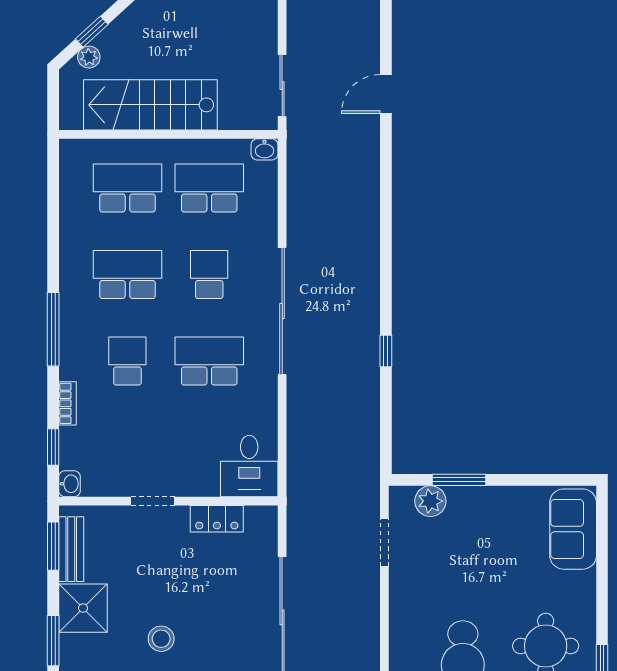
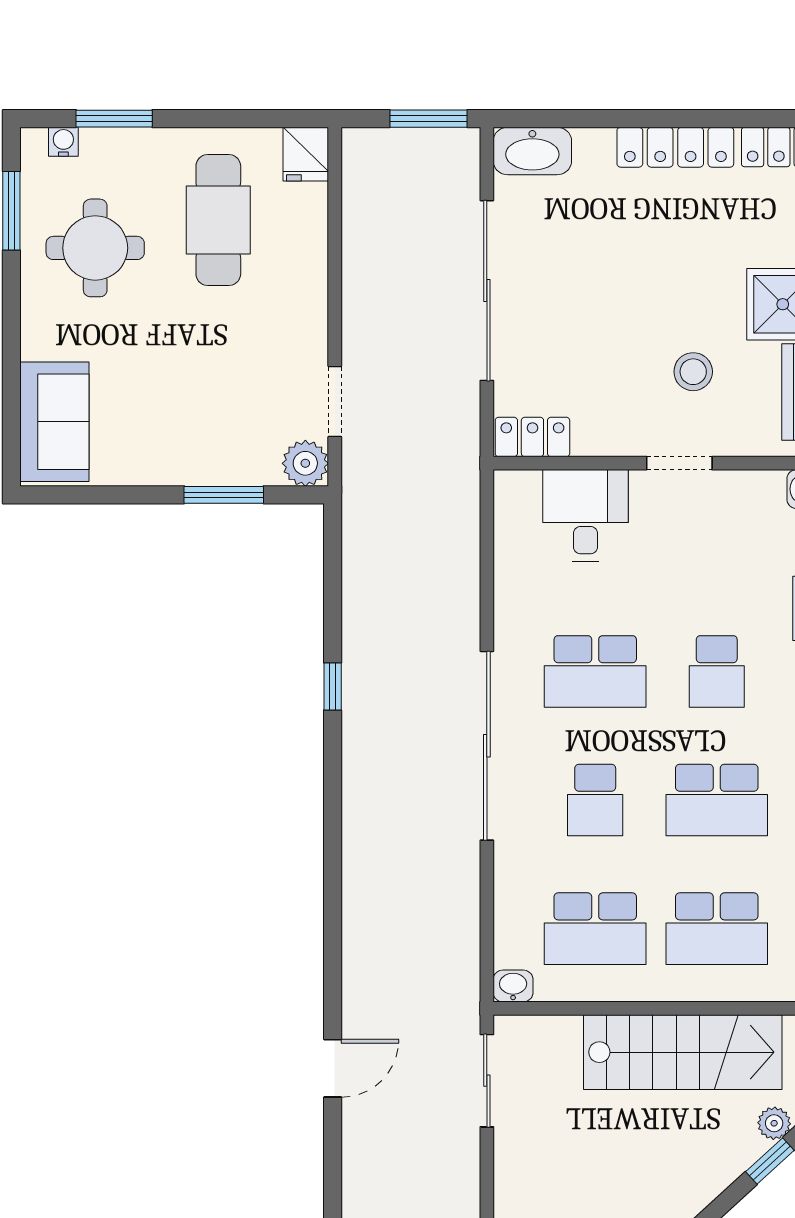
desk: (249, 466) -> (586, 515), moved
plant: (430, 501) -> (305, 463), moved
locker: (217, 519) -> (532, 437), moved
stool: (161, 639) -> (693, 372), moved

